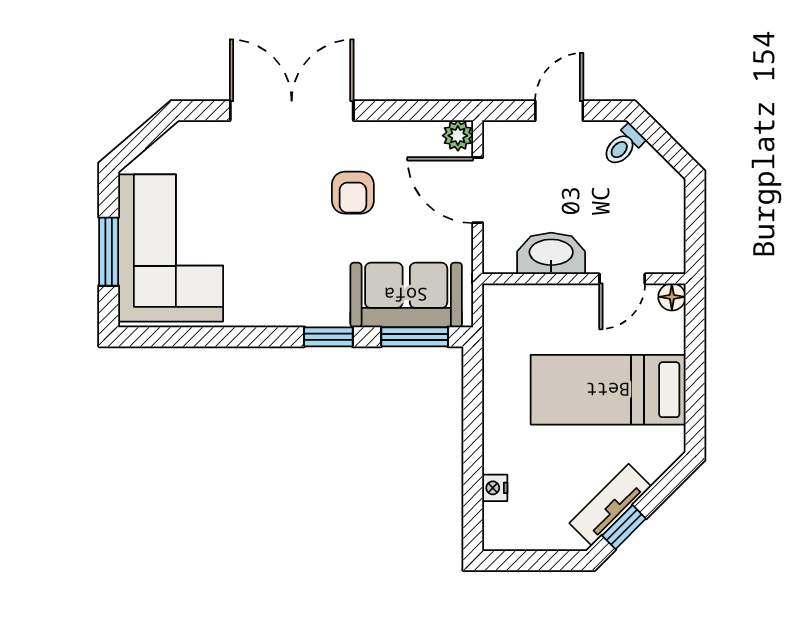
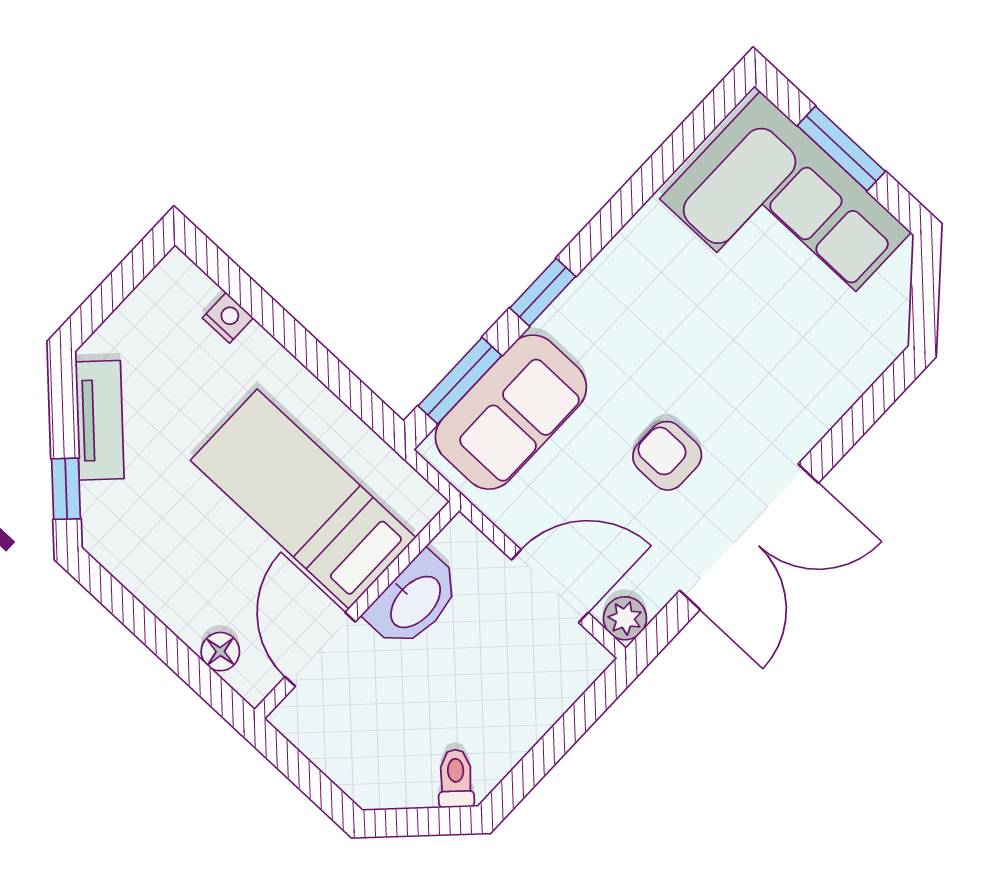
double door: (292, 111) -> (749, 537), moved
door: (559, 111) -> (553, 746), removed
door: (622, 279) -> (320, 649), width x1.38
floor lamp: (672, 297) -> (220, 652), moved
bed: (608, 390) -> (303, 499), moved, turned -90
window: (624, 527) -> (66, 489), moved

